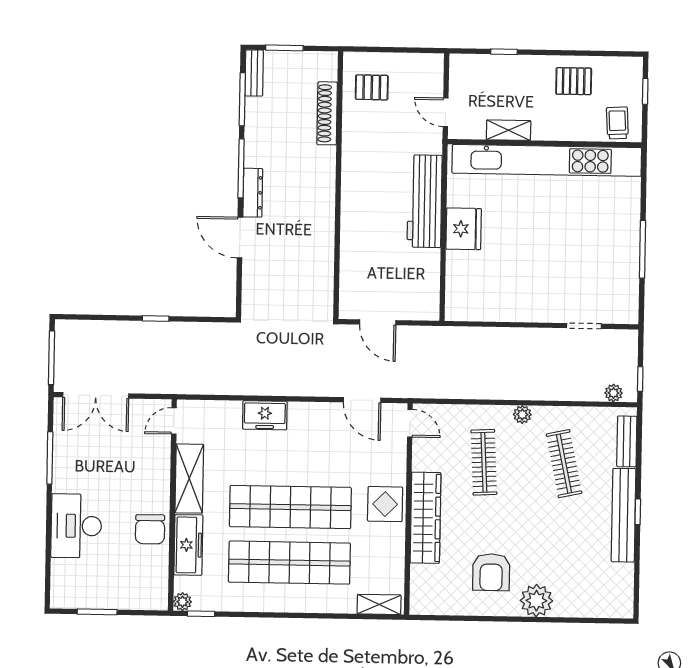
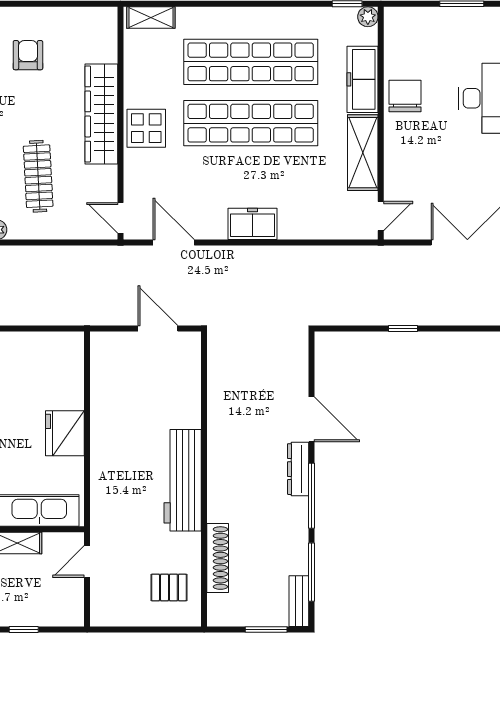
door: (446, 112) -> (87, 562), swing flipped
workbench: (425, 201) -> (183, 480), moved, turned 180
freezer: (265, 415) -> (252, 224), moved
armchair: (491, 572) -> (28, 55), width x0.72, depth x0.72

